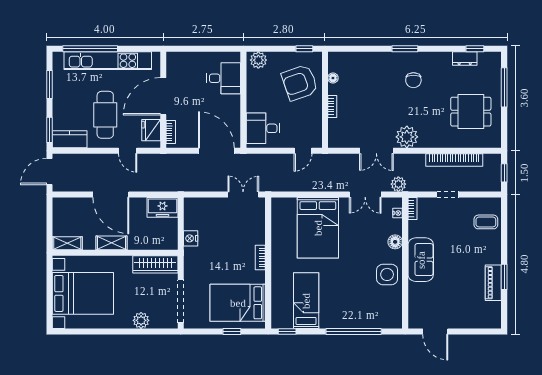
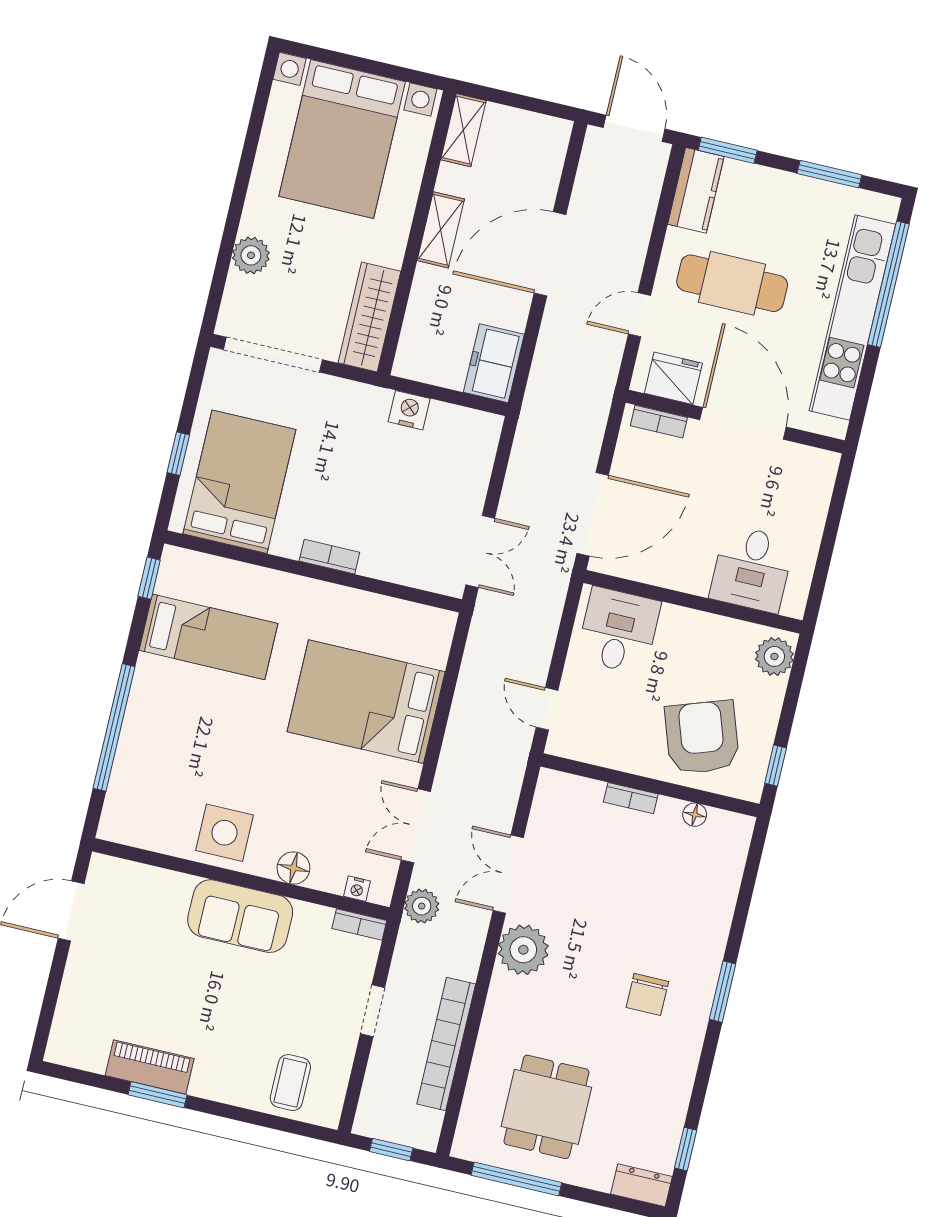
dresser: (465, 58) -> (642, 1185), moved, turned 90
chair: (413, 80) -> (647, 994), turned -90
window: (504, 87) -> (516, 1179), moved

